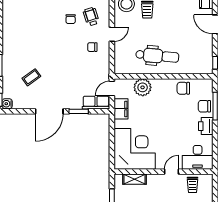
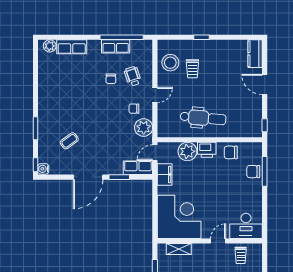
plant: (101, 65) -> (144, 128), added
printer: (206, 126) -> (207, 150), moved, turned -90

